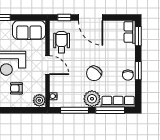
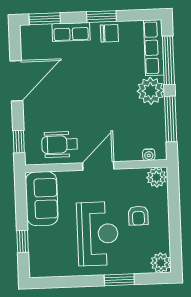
door: (91, 17) -> (16, 81), moved
row of seats: (130, 32) -> (71, 32), moved
chair: (94, 73) -> (109, 89), removed

